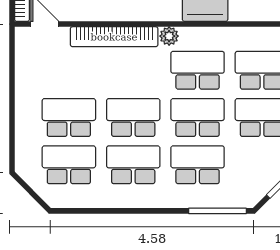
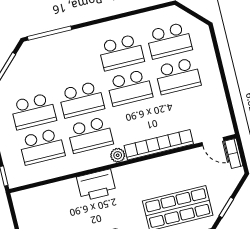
school desk: (198, 165) -> (73, 64), removed

